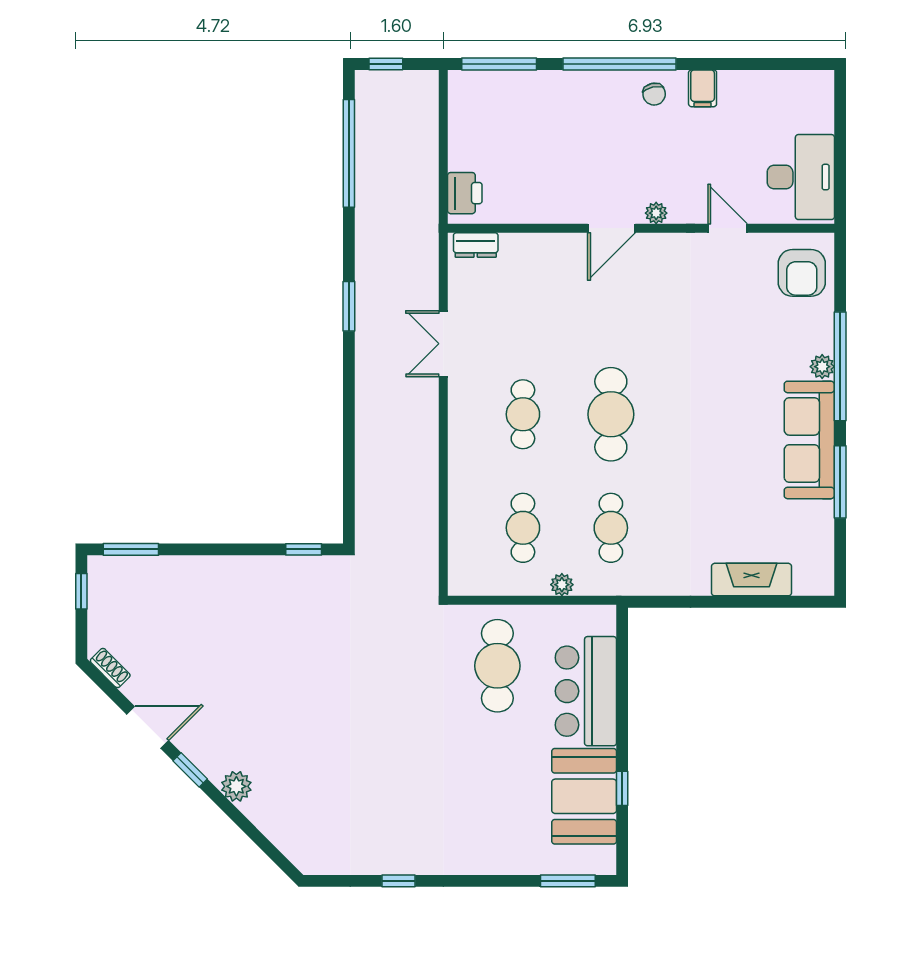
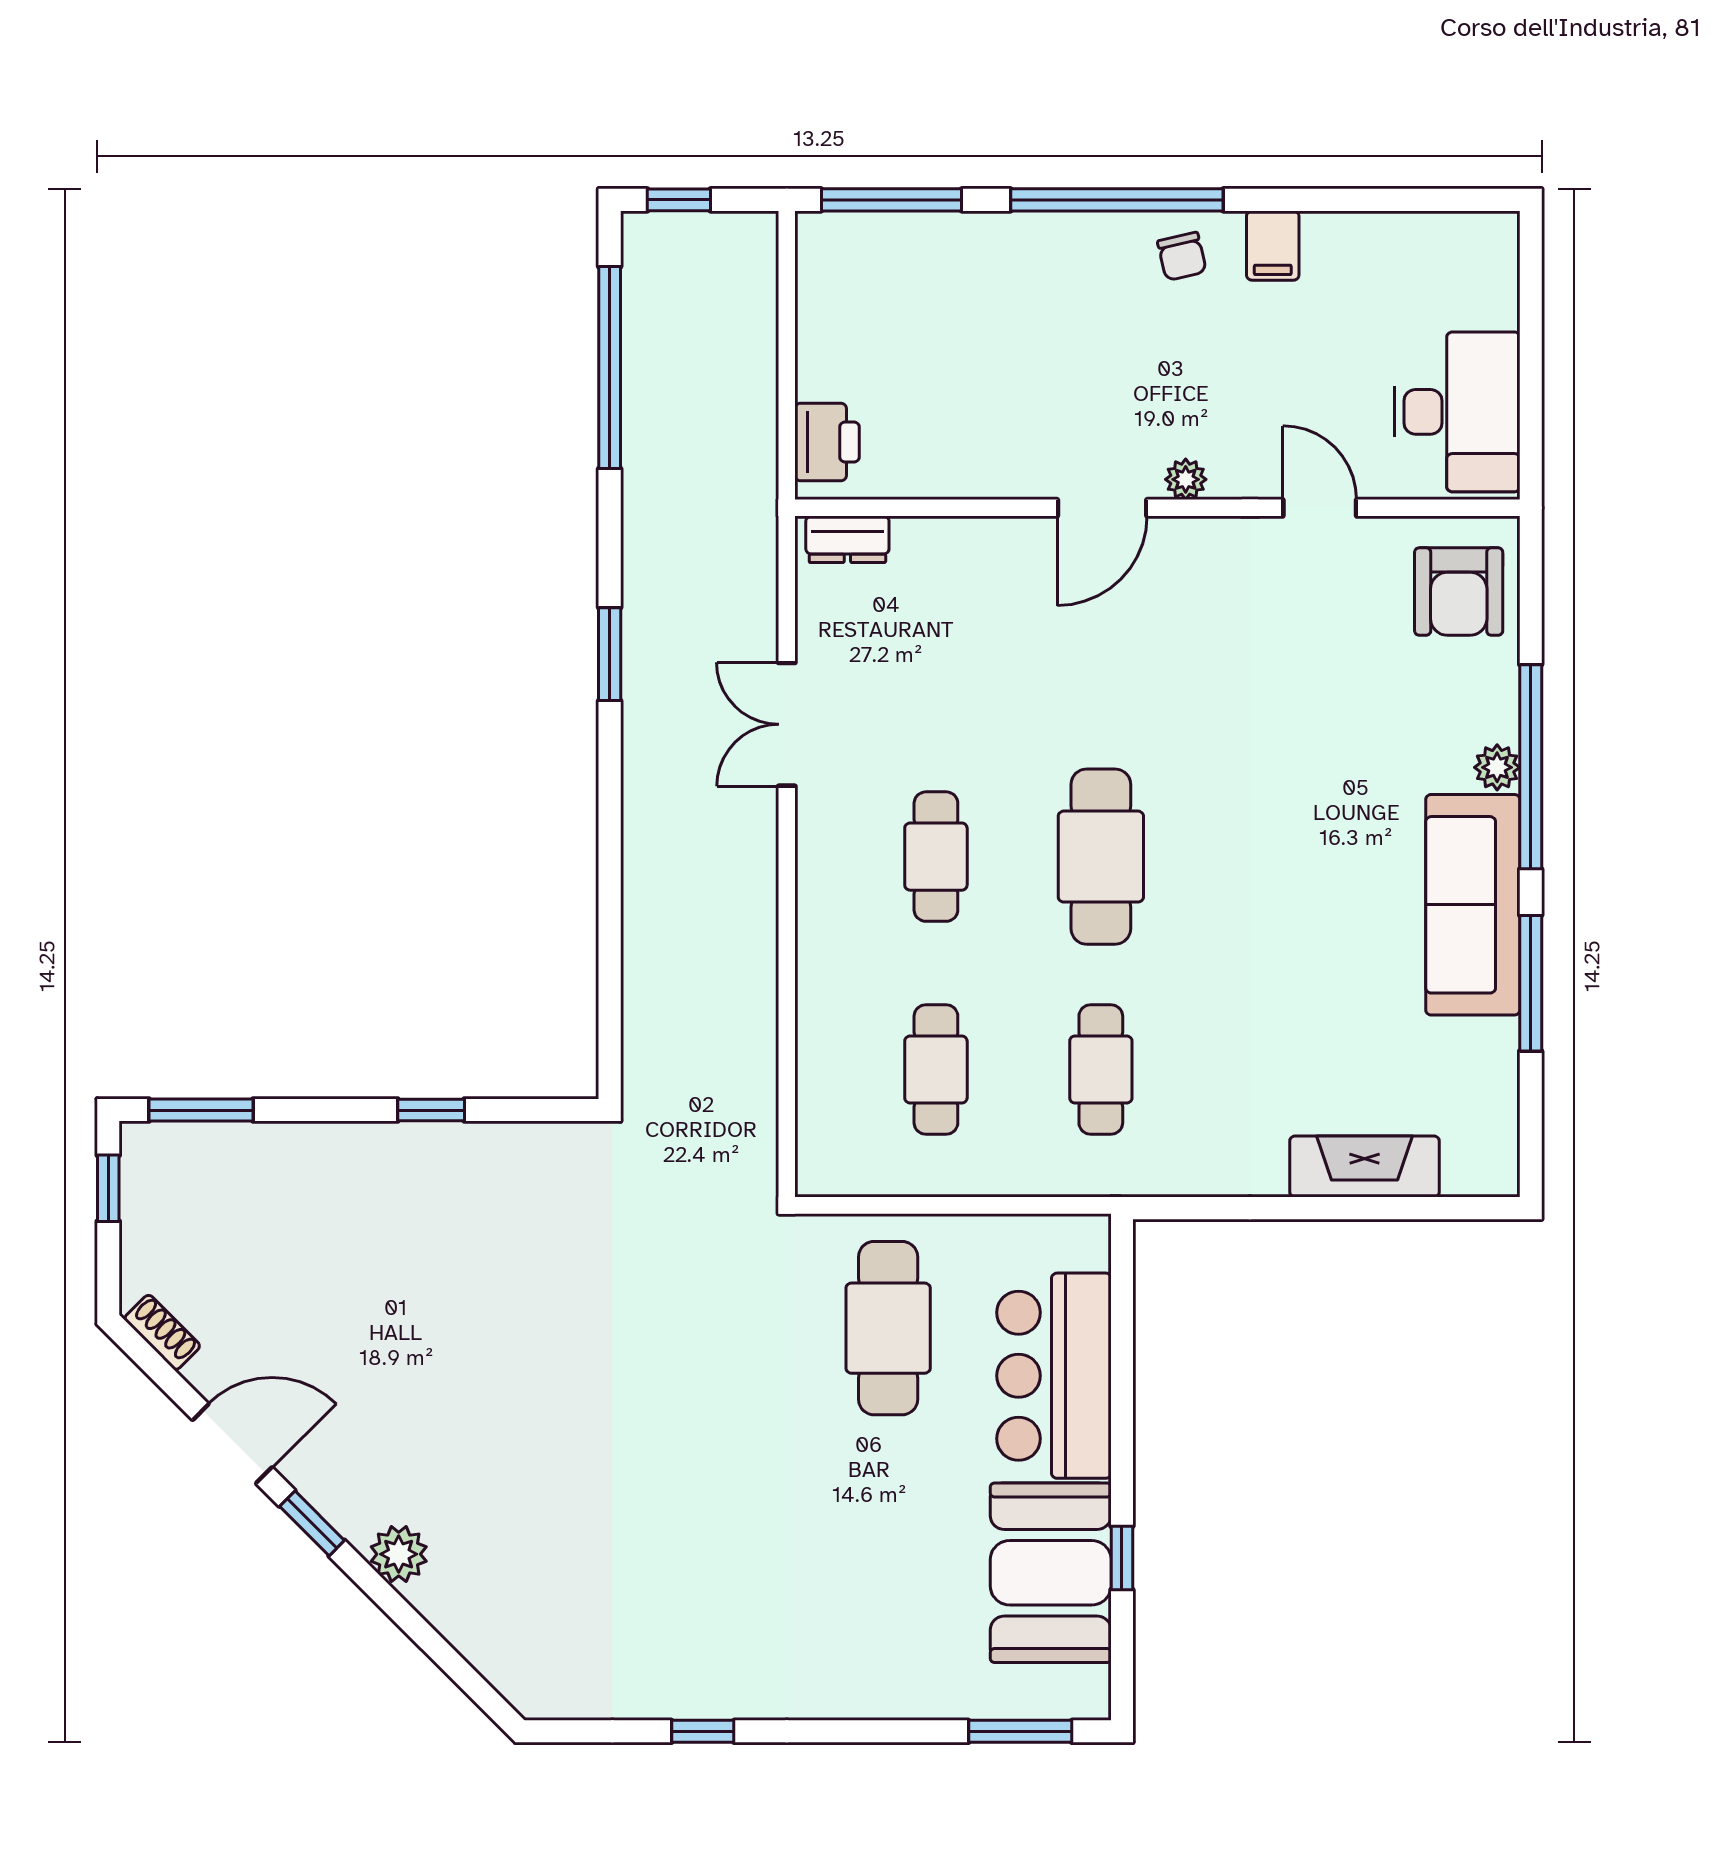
window: (304, 549) -> (431, 1110), moved
plant: (562, 585) -> (1009, 1176), removed

